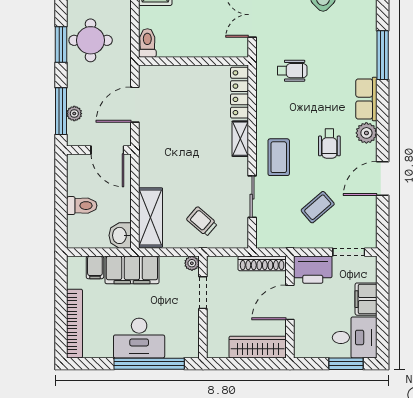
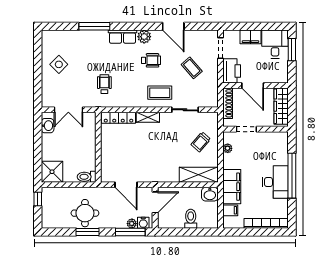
water cooler: (76, 131) -> (143, 223), added
doorway: (203, 293) -> (246, 129), moved
wall: (203, 307) -> (256, 129), moved

